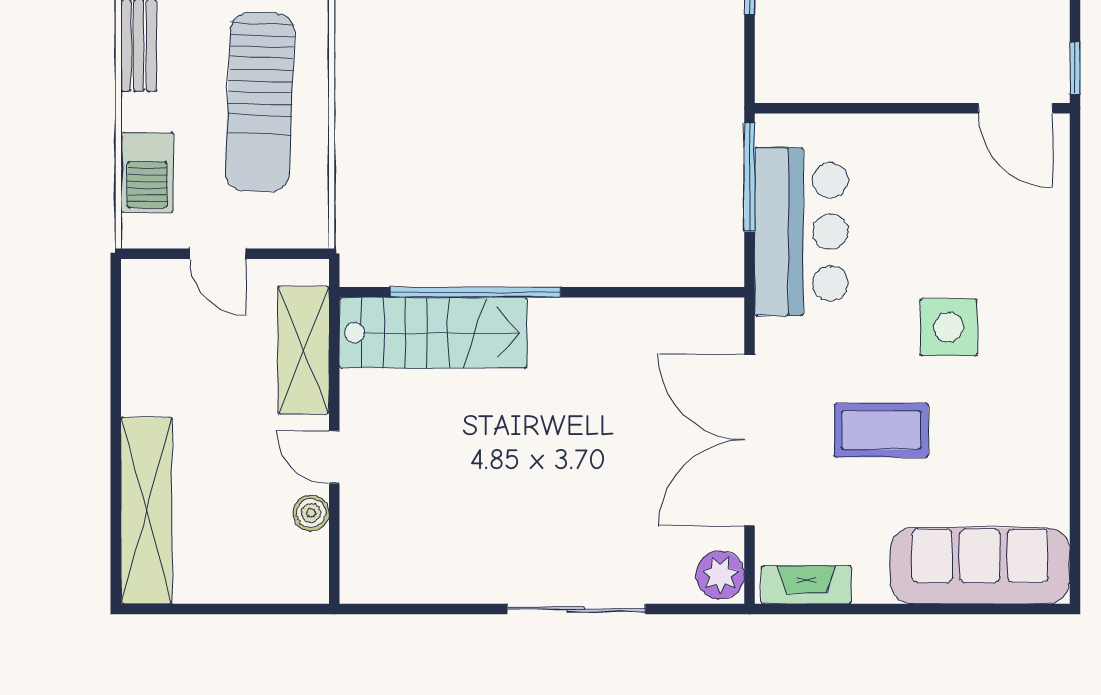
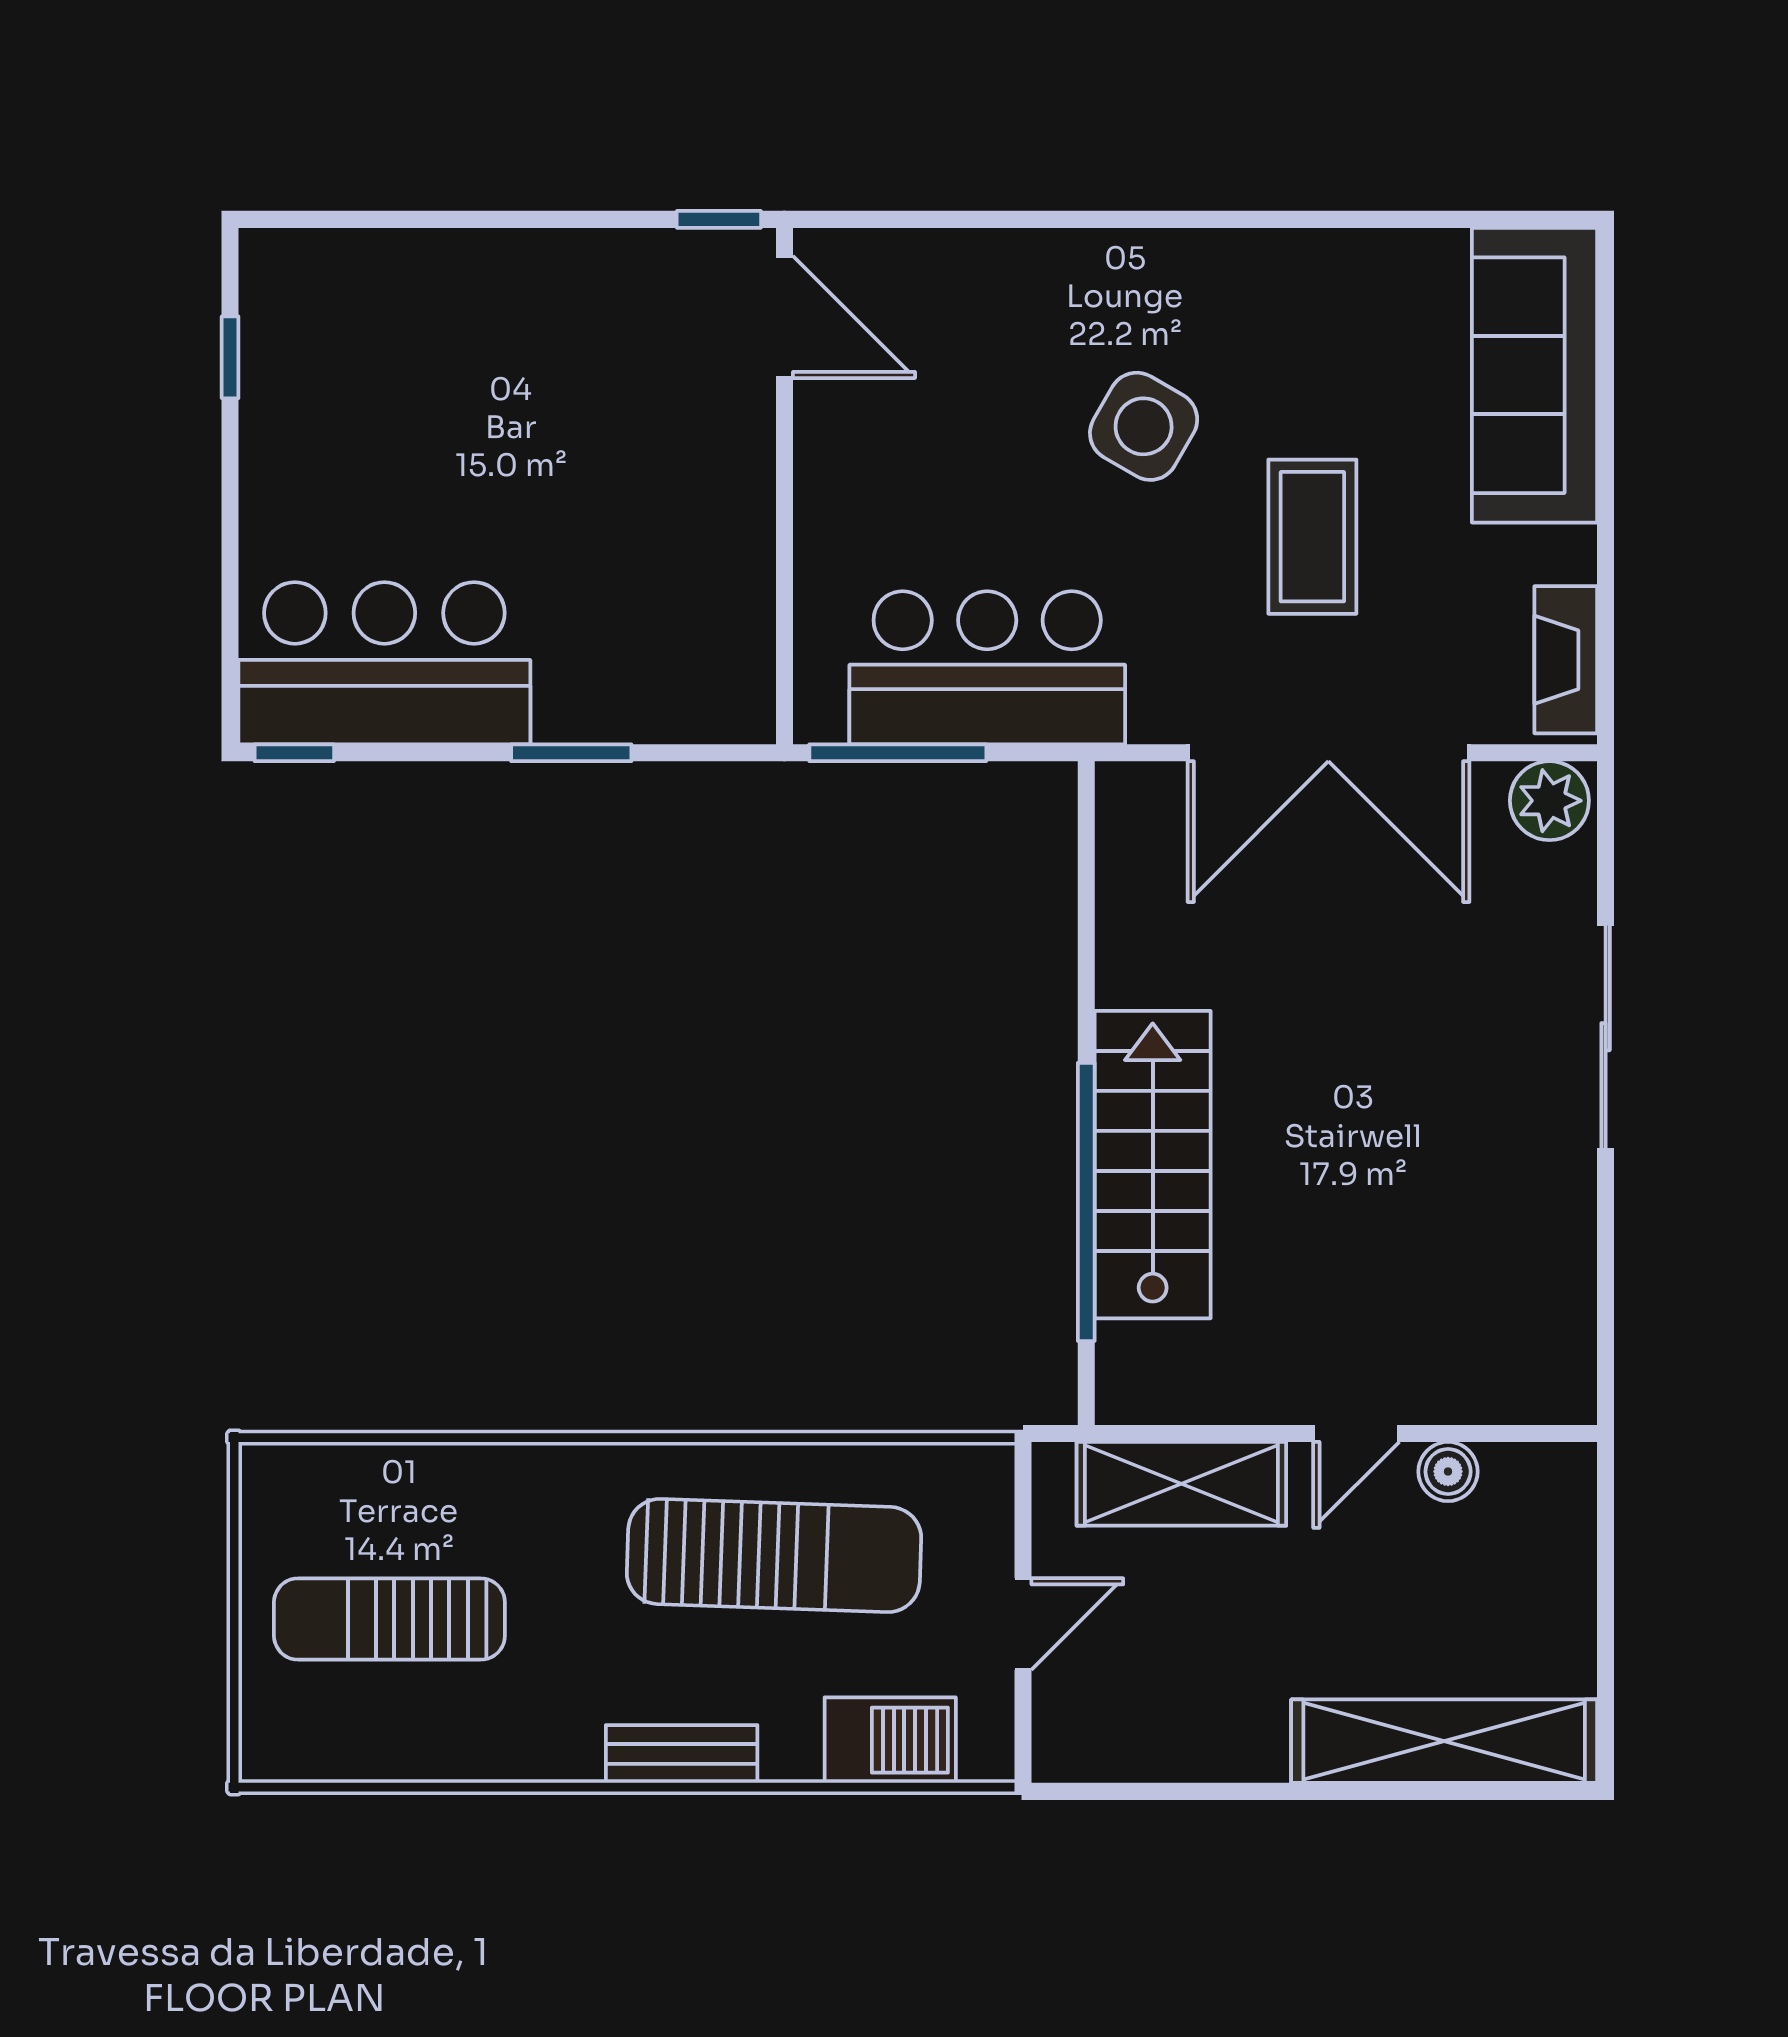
door: (1015, 108) -> (784, 317), hinge flipped
side table: (949, 327) -> (1144, 426), turned 30
stairs: (433, 333) -> (1153, 1165), moved

